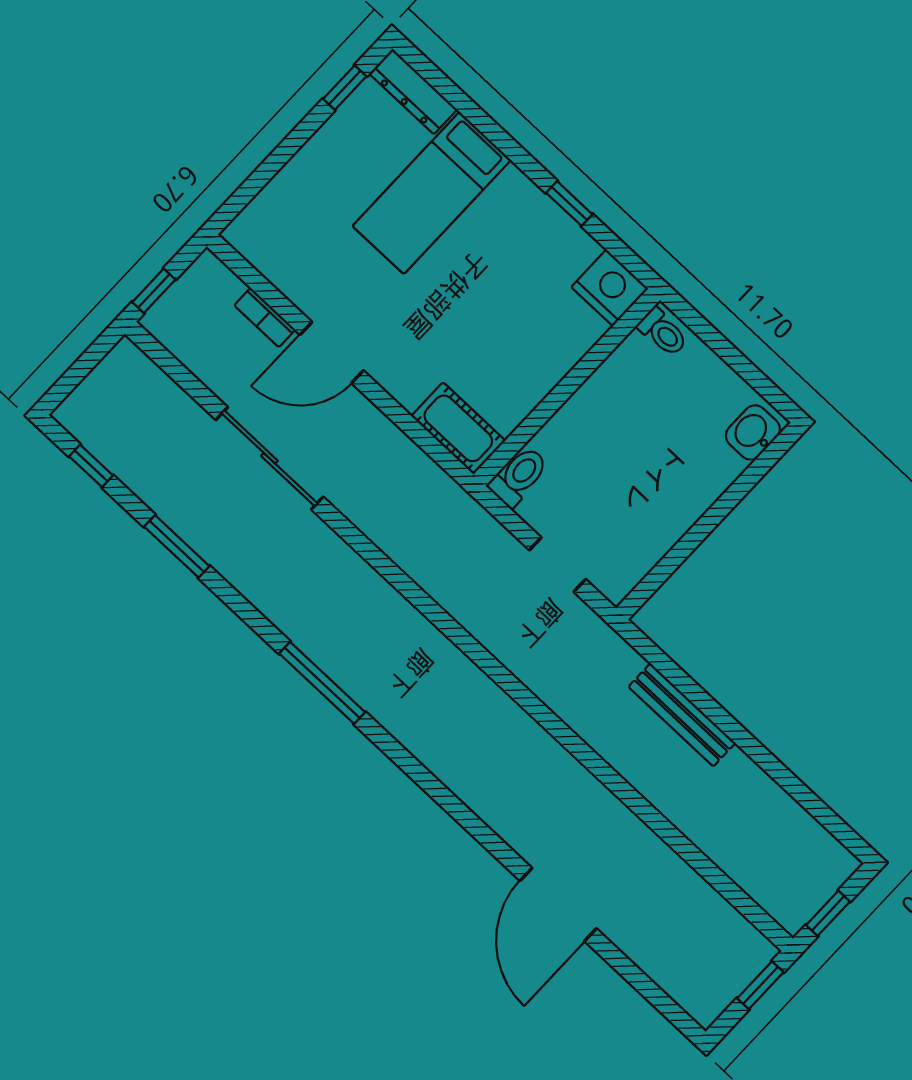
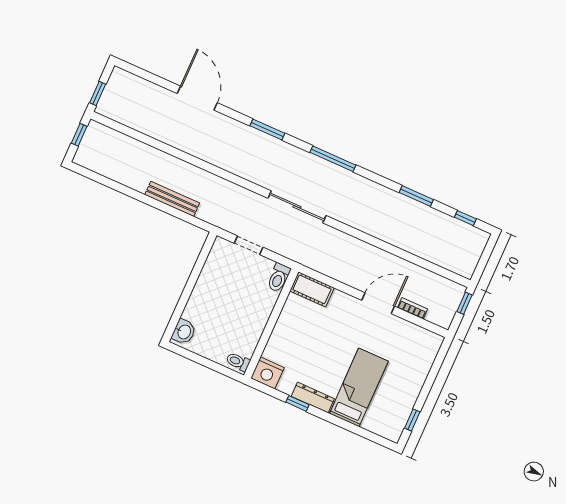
dresser: (413, 92) -> (313, 397), moved
sliding door: (269, 458) -> (297, 207), moved
window: (436, 790) -> (267, 129), added

